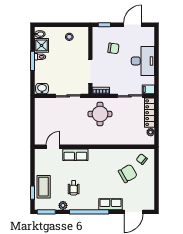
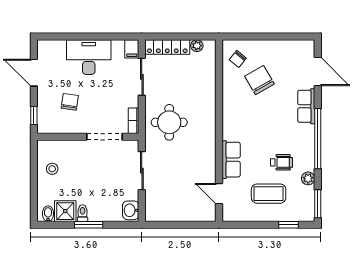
coffee table: (44, 187) -> (269, 194), moved

